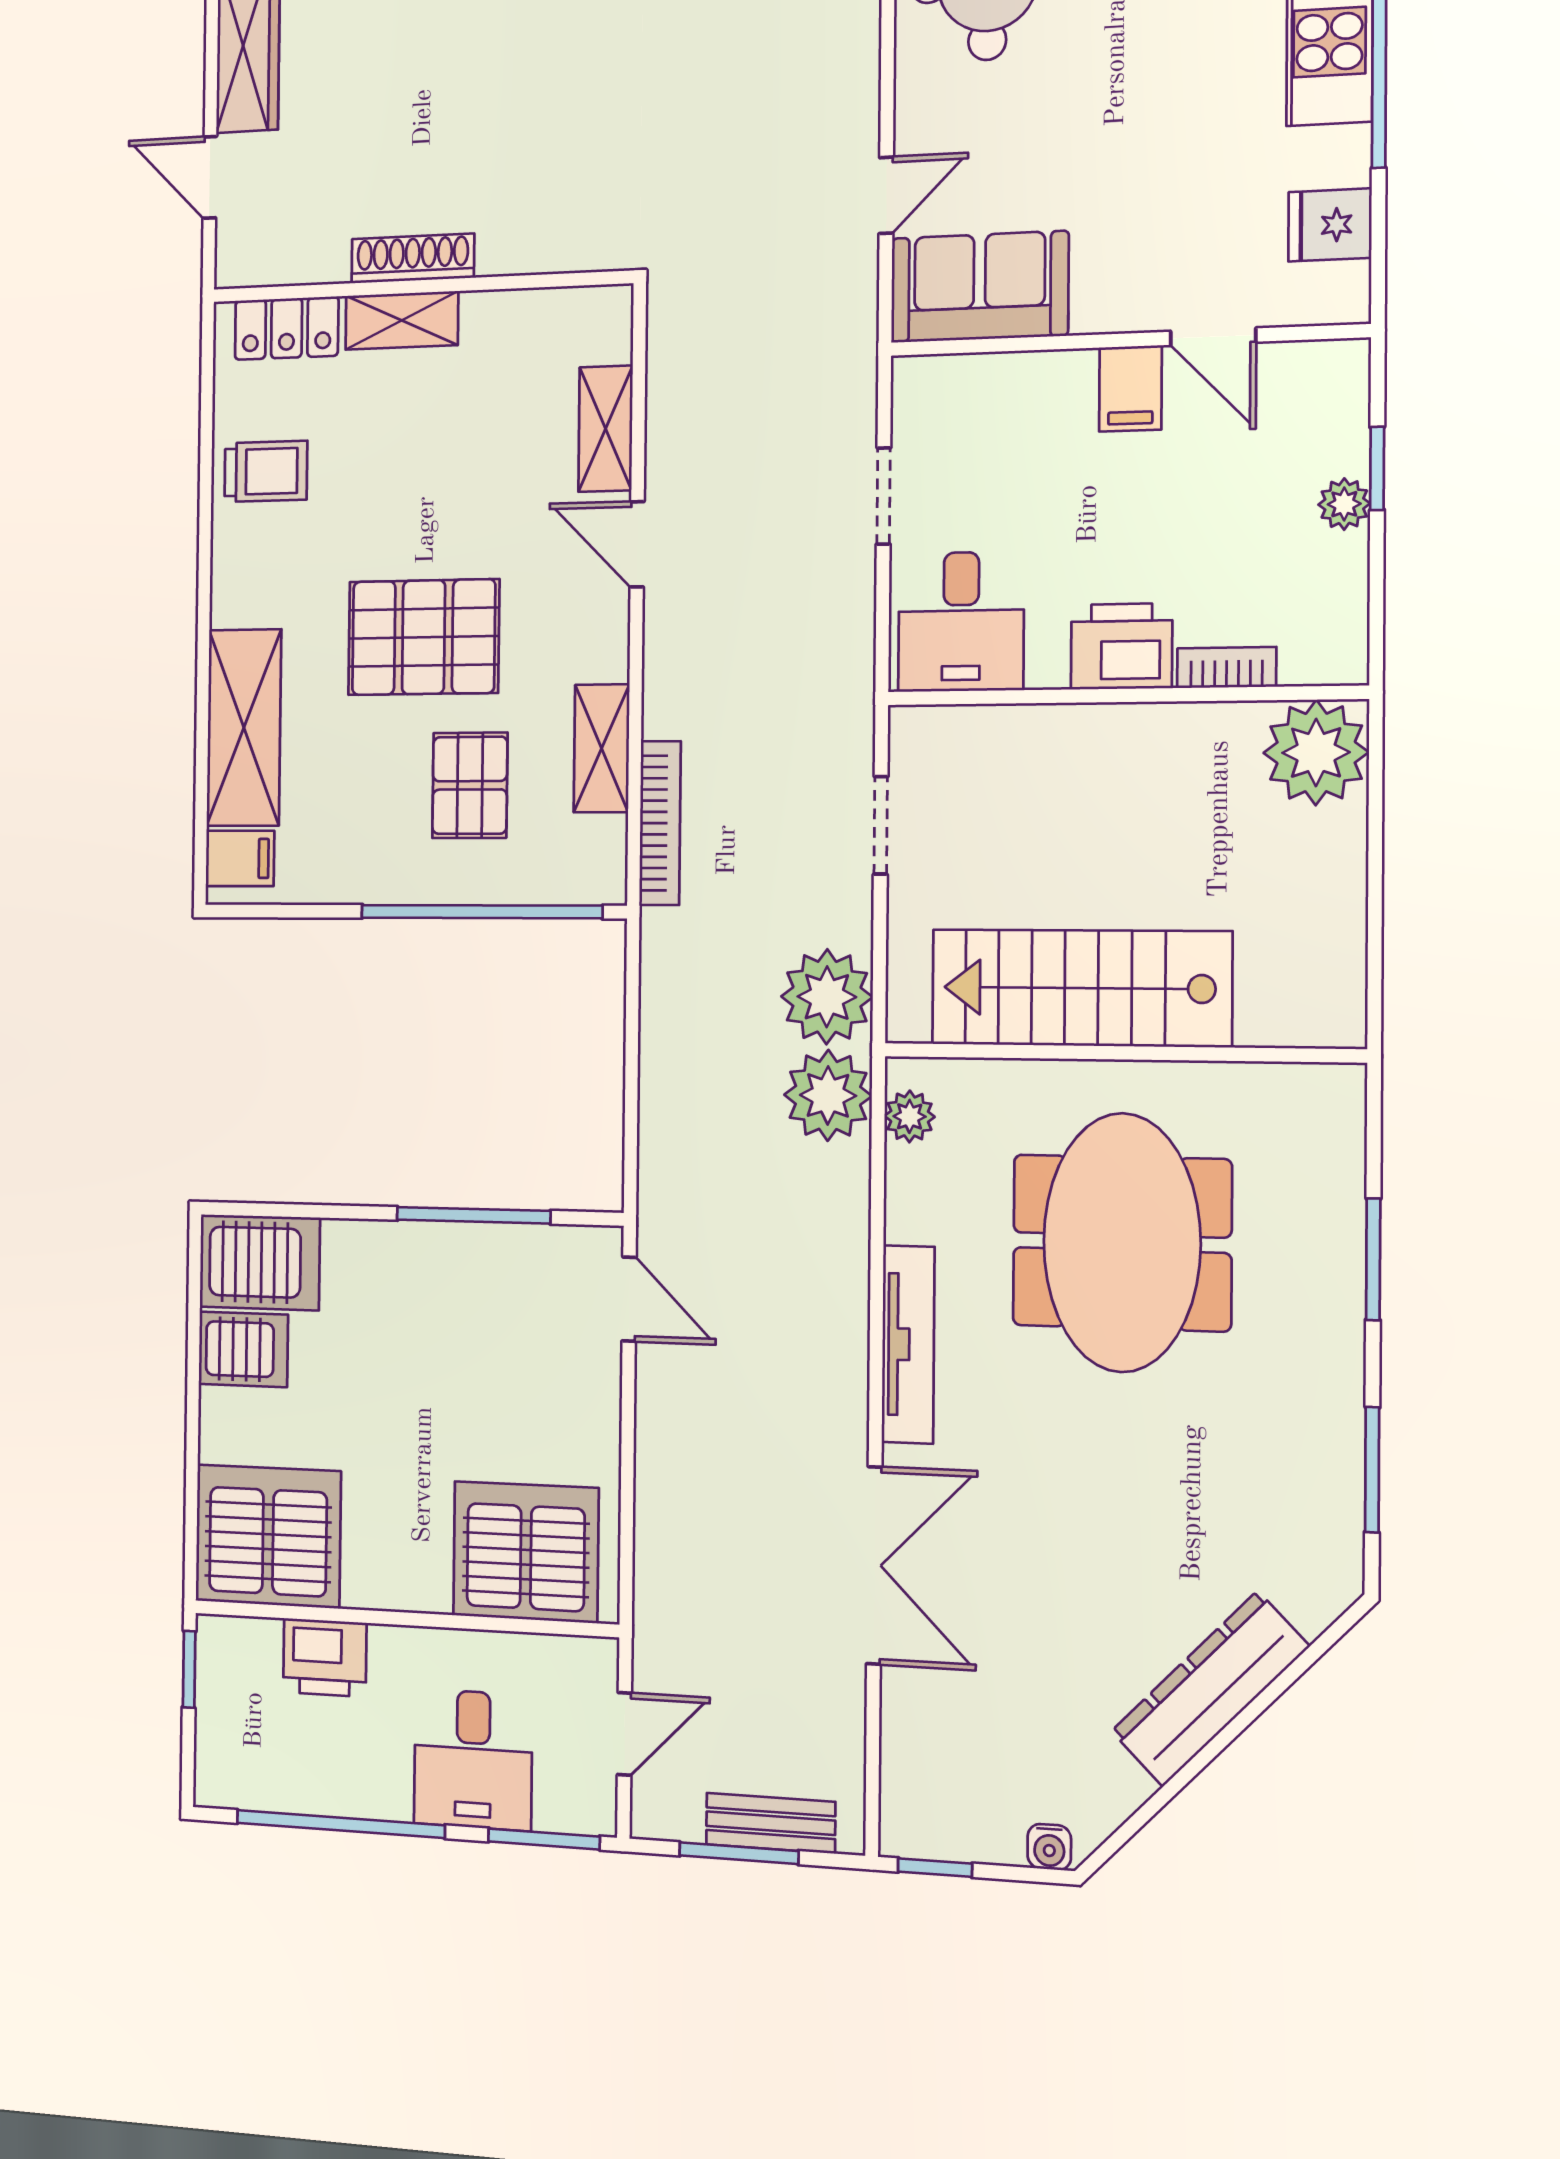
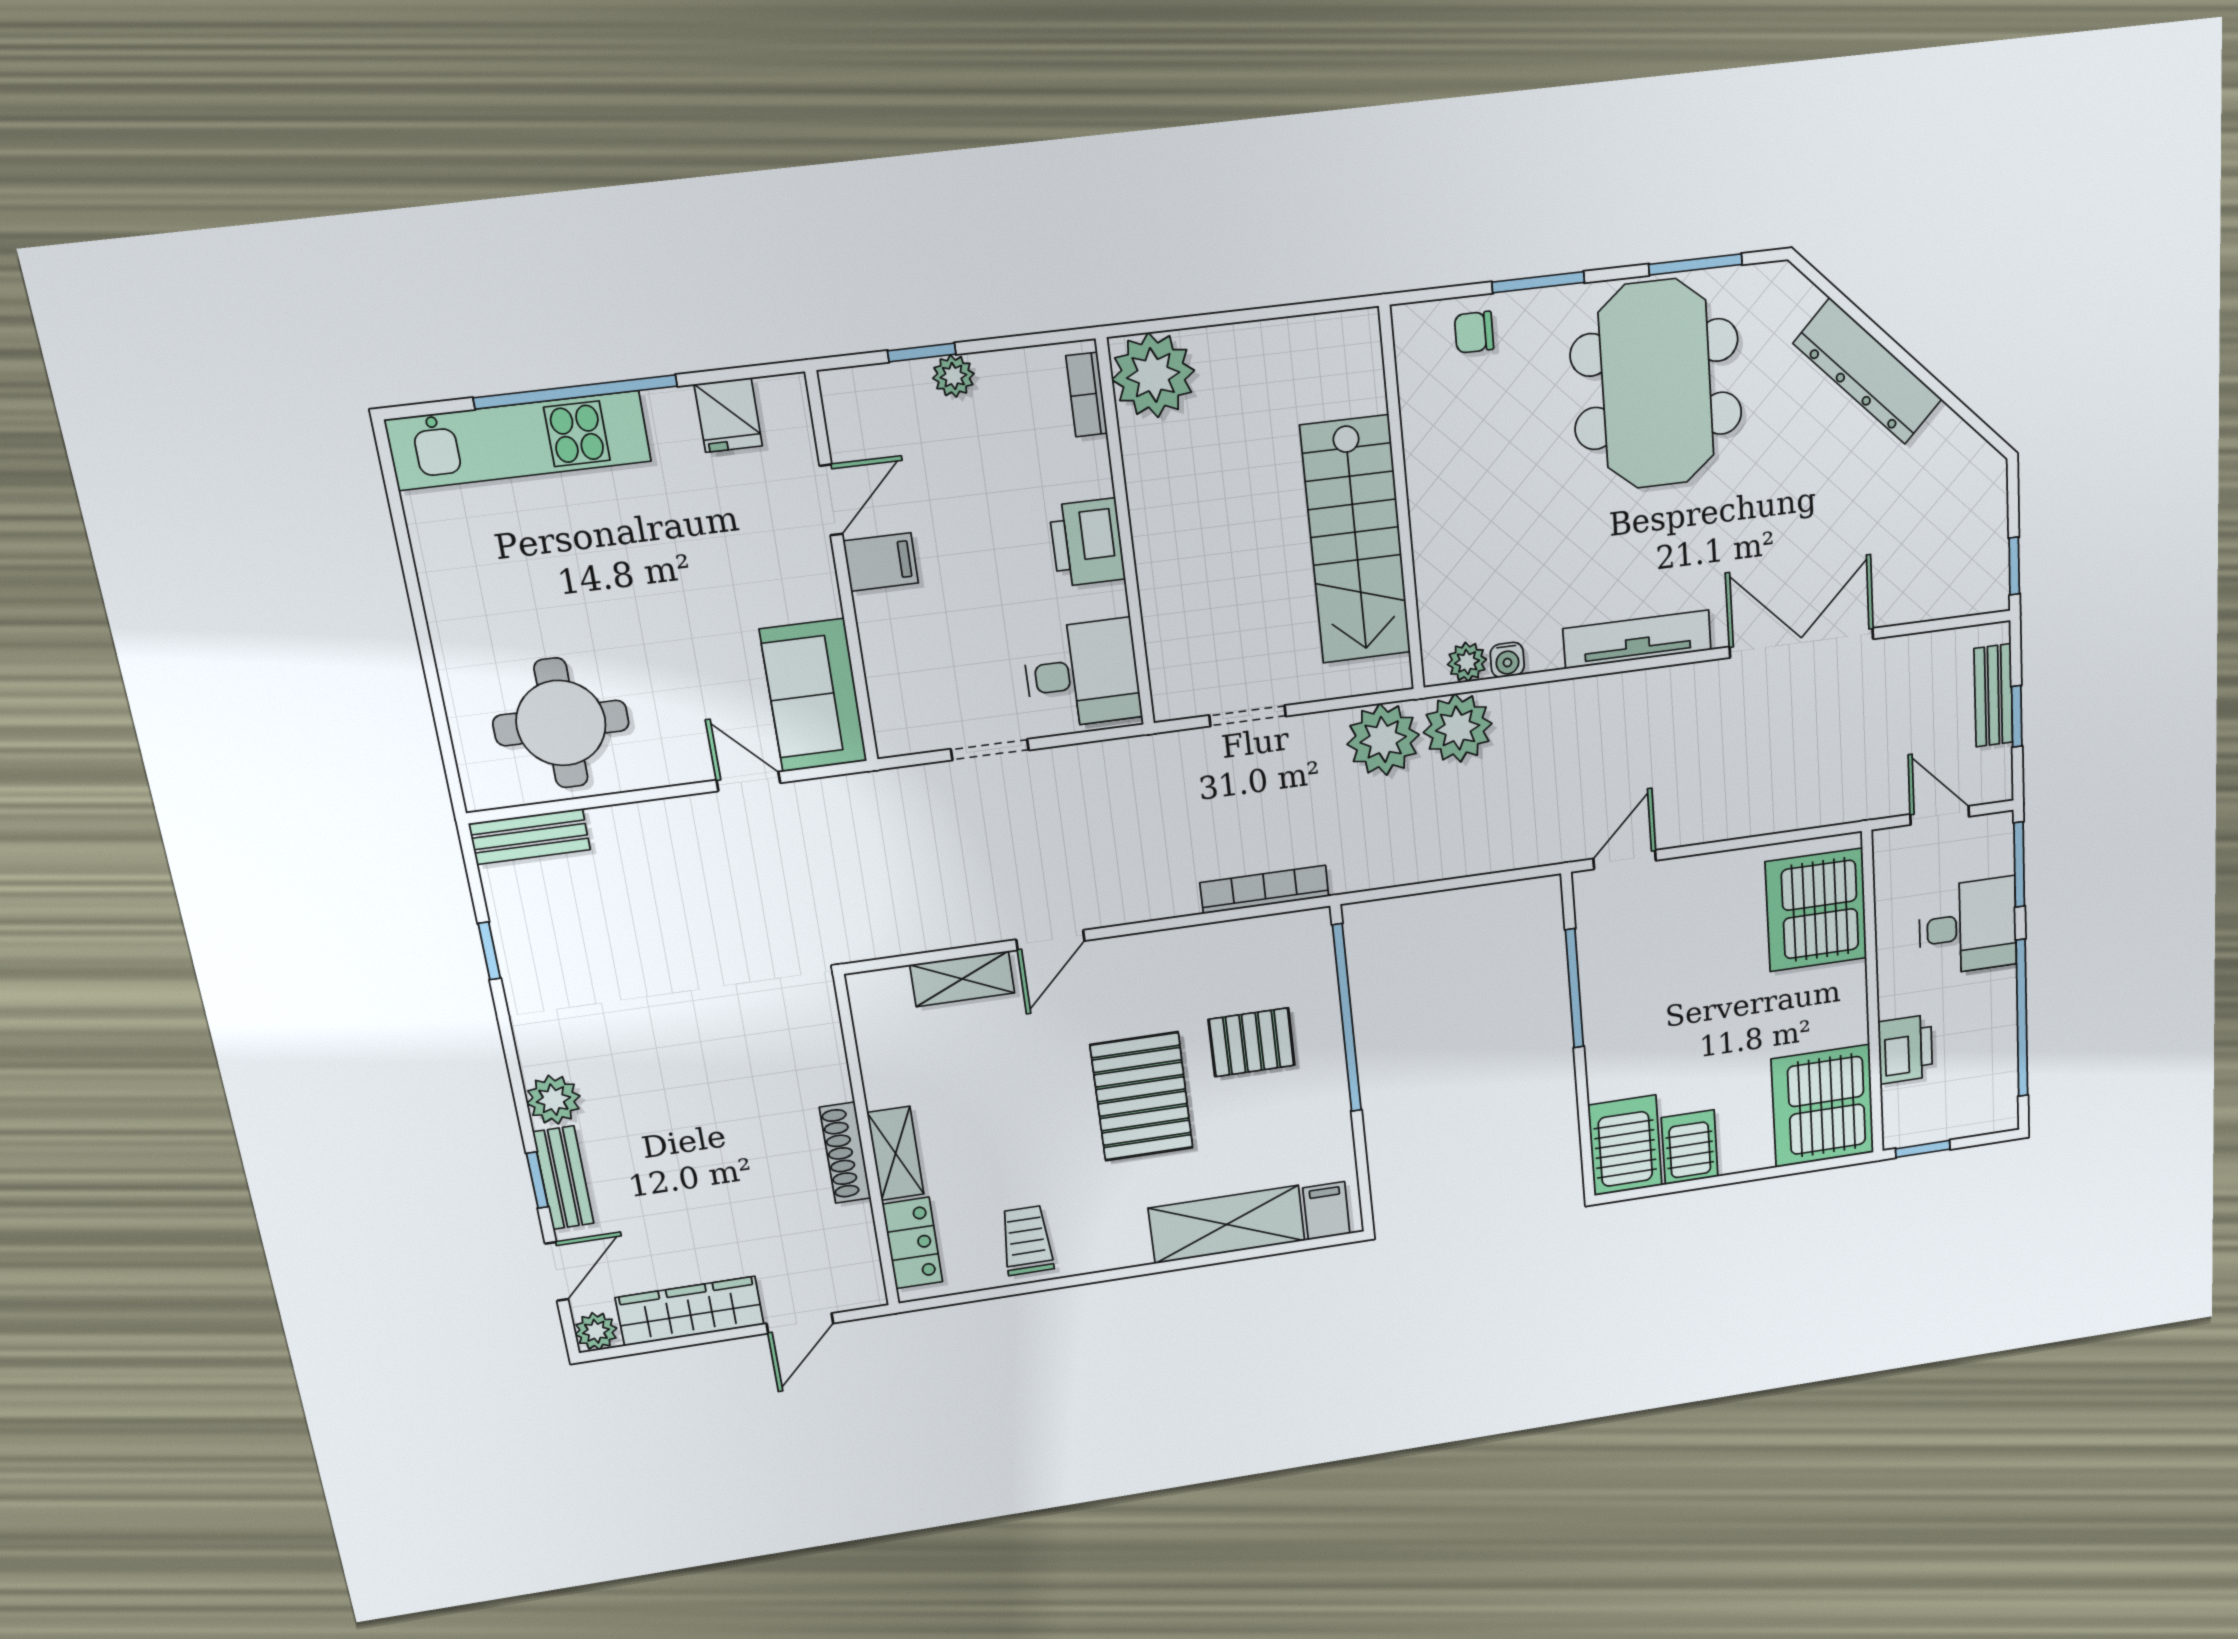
bookcase: (1227, 668) -> (1087, 395), moved
shelving: (602, 748) -> (1212, 944), removed
chair: (1321, 1169) -> (1474, 332), added
meeting table: (1122, 1243) -> (1656, 384), moved, turned 90
water cooler: (1049, 1847) -> (1507, 660), moved, turned 90
window: (739, 1853) -> (2017, 716), width x0.67

